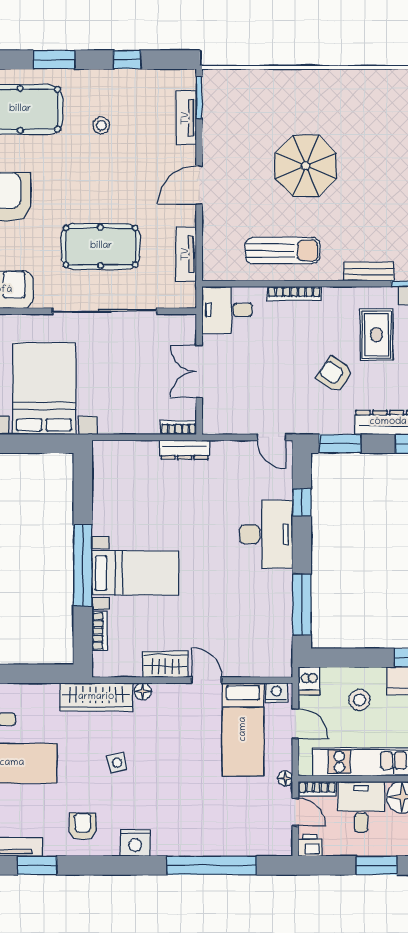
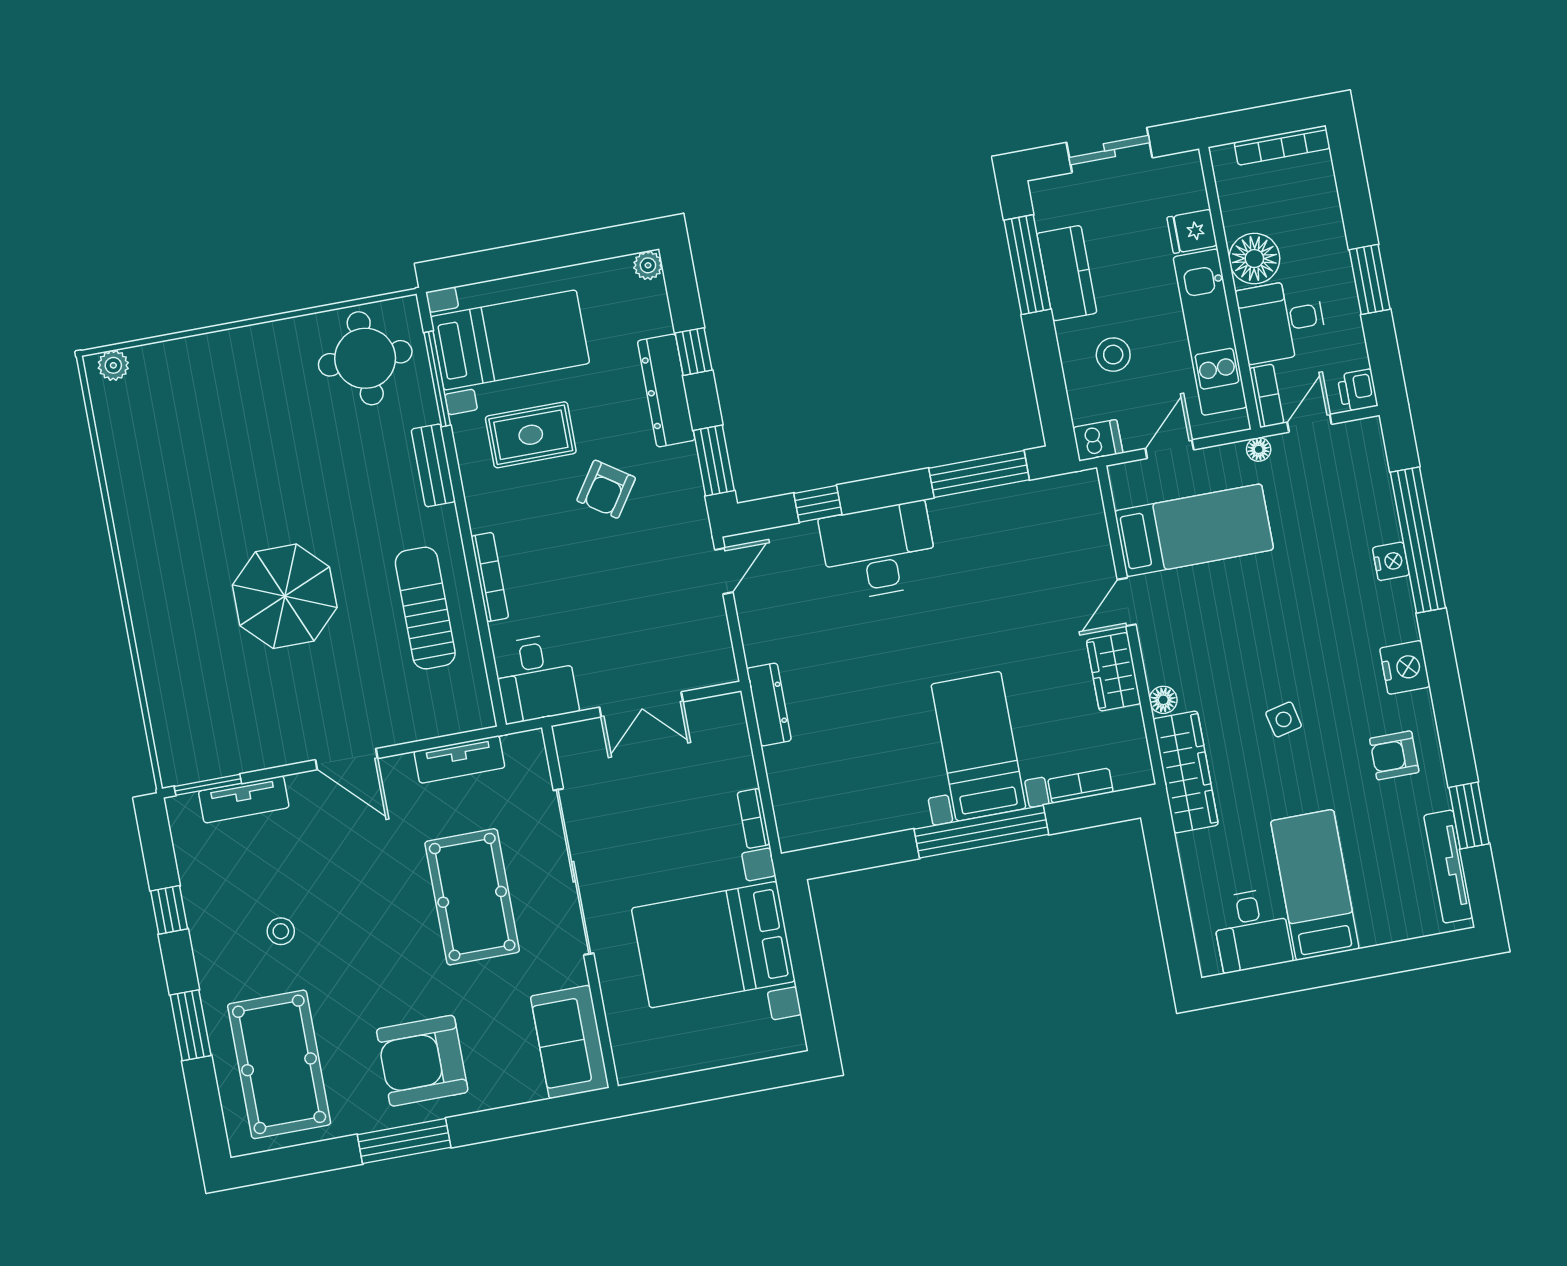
bookcase: (178, 427) -> (753, 818), moved
nightstand: (276, 693) -> (1391, 561), moved, turned 180

